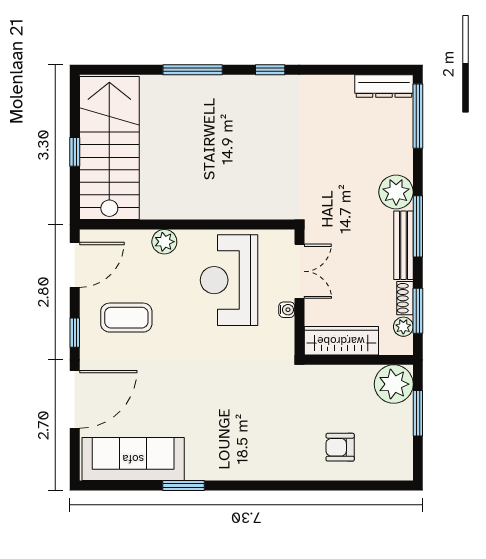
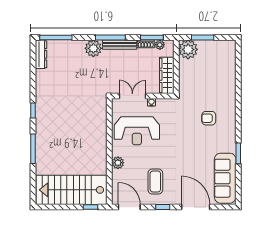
window: (75, 152) -> (90, 207), moved
armchair: (340, 447) -> (209, 118), moved, turned 90

